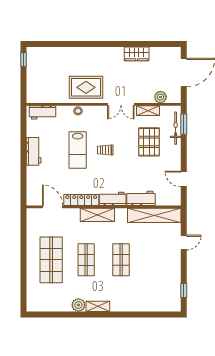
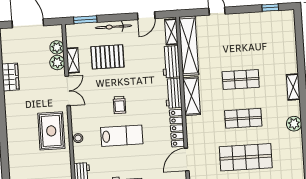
plant: (147, 97) -> (57, 63), added
bicycle: (176, 128) -> (114, 27), moved
shelving: (168, 200) -> (171, 32), added
shelving: (97, 215) -> (192, 96), moved
shelving: (98, 306) -> (293, 87), moved

